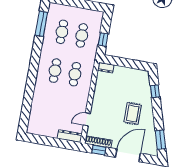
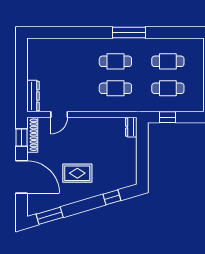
window: (41, 24) -> (129, 33), moved
door: (87, 119) -> (59, 114), swing flipped

